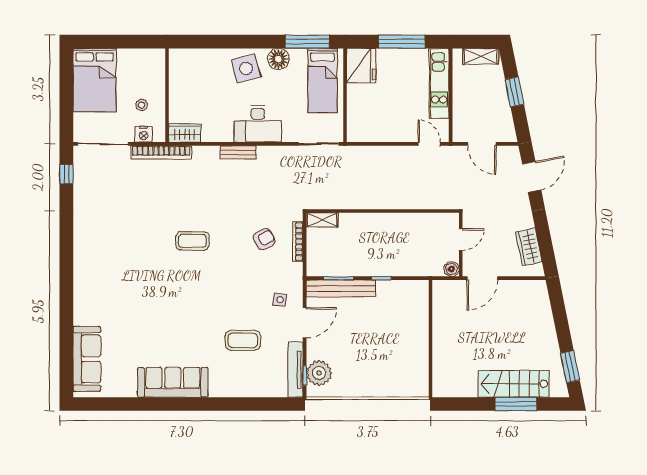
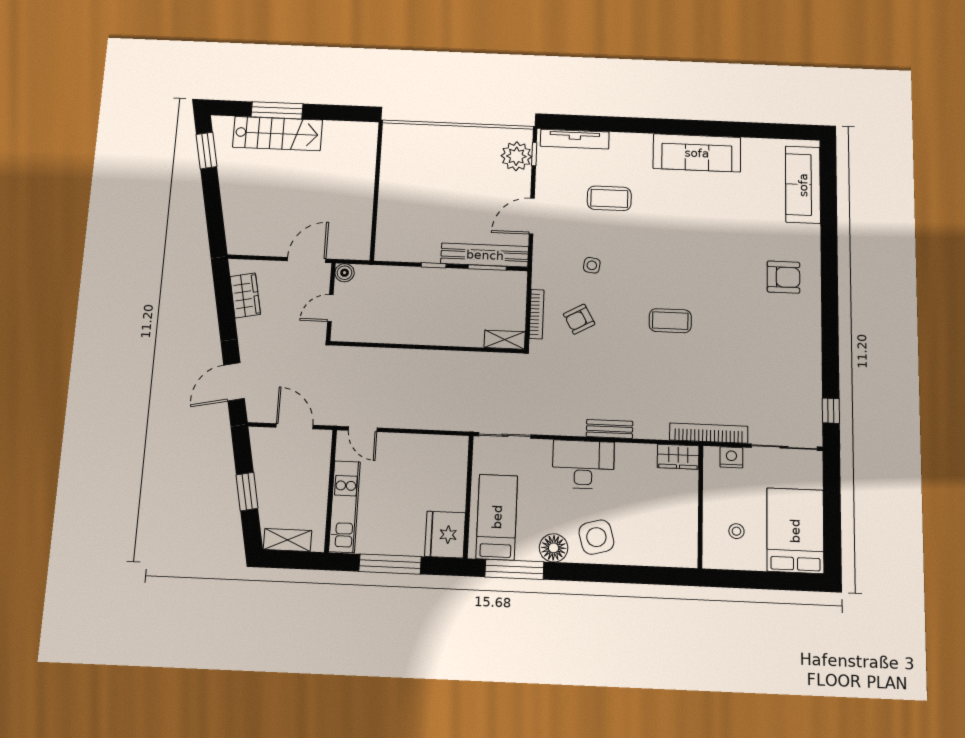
stool: (142, 105) -> (736, 531), moved
armchair: (103, 281) -> (783, 277), added
side table: (280, 300) -> (592, 265), moved
tv unit: (295, 370) -> (575, 139), moved, turned 90

